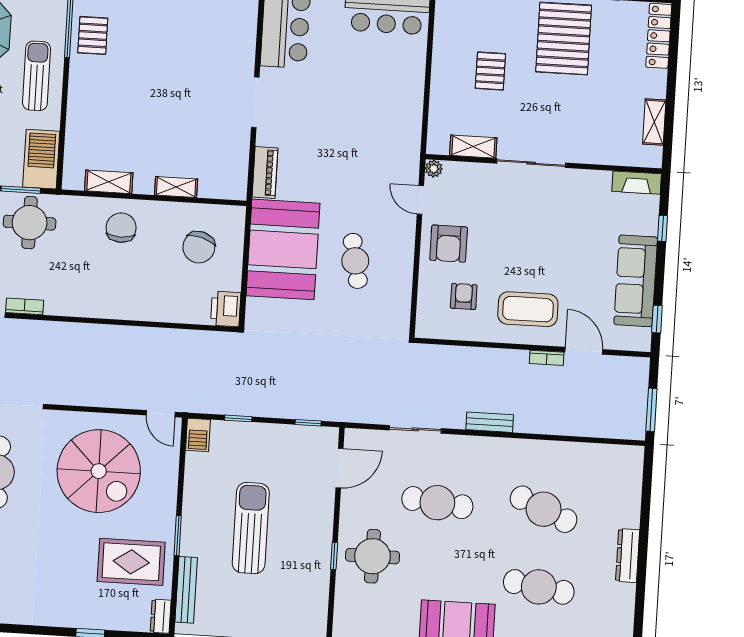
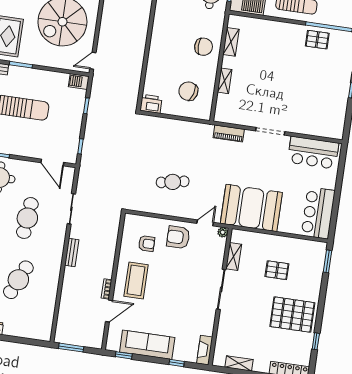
booth: (283, 249) -> (251, 208), moved

